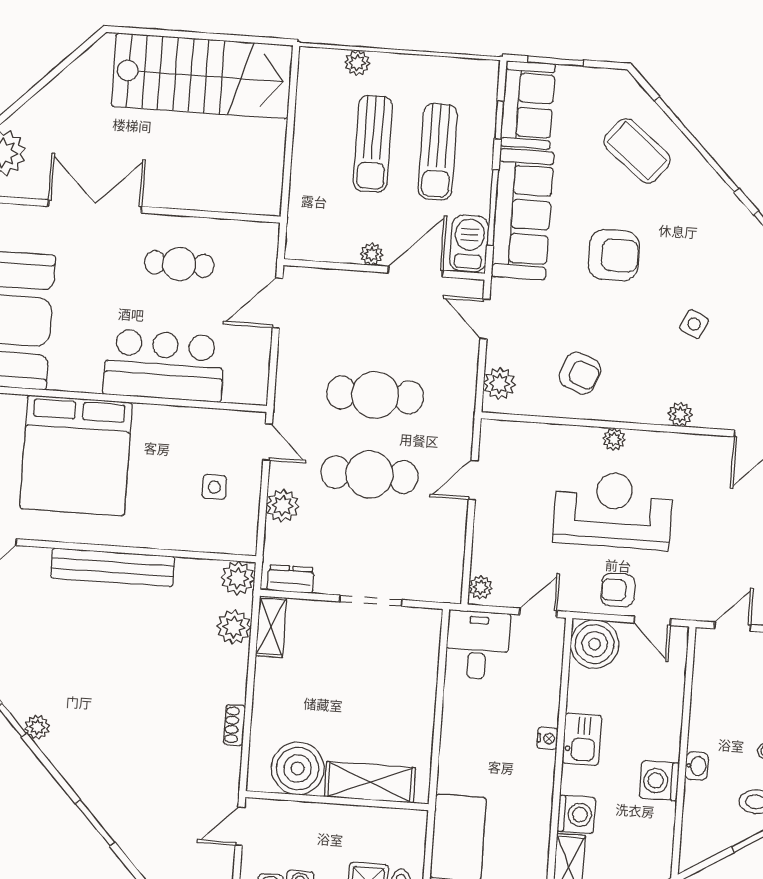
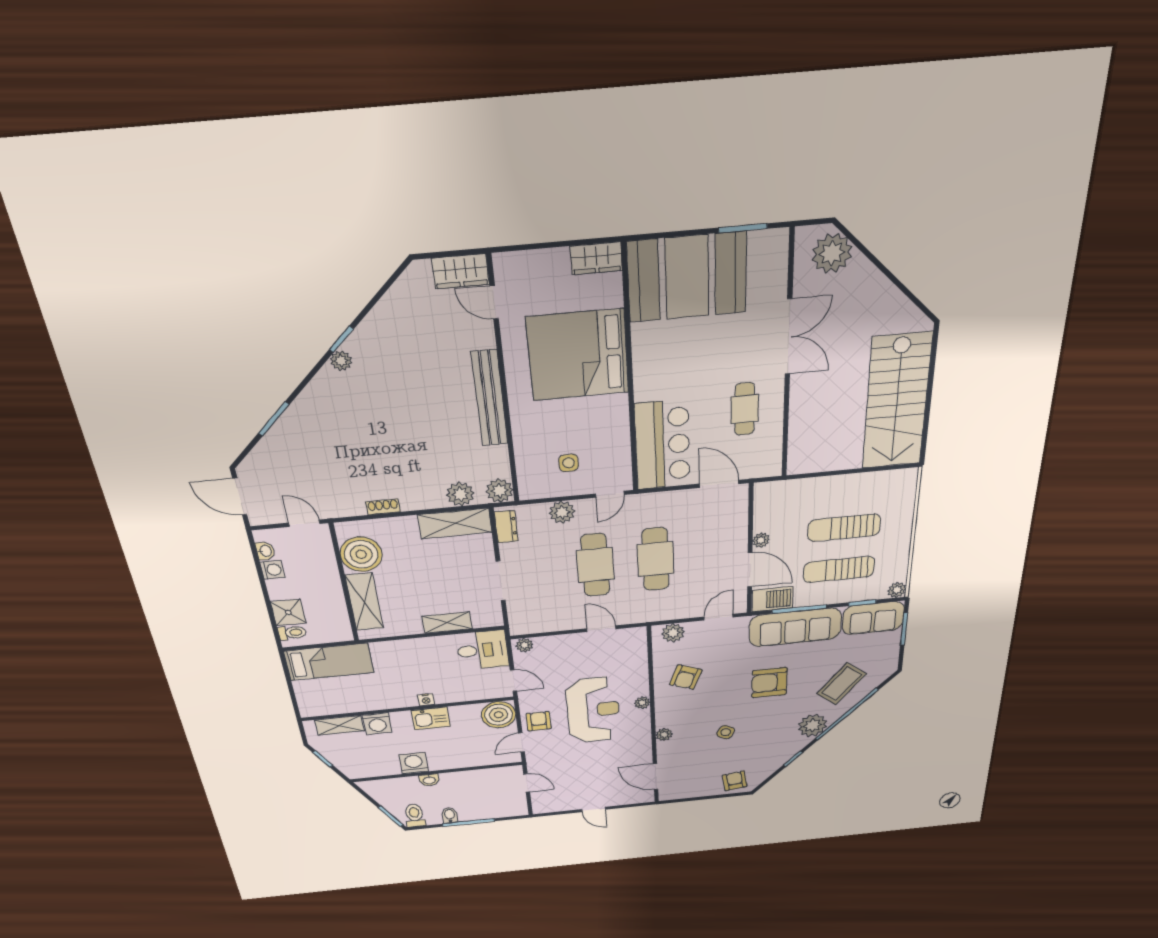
plant: (357, 63) -> (897, 590), moved
plant: (708, 195) -> (813, 725), added
armchair: (614, 255) -> (769, 683), turned 90
bar counter: (164, 365) -> (663, 445), moved
shelving: (271, 627) -> (455, 523), width x1.50, depth x1.33
shelving: (423, 683) -> (447, 623), added

